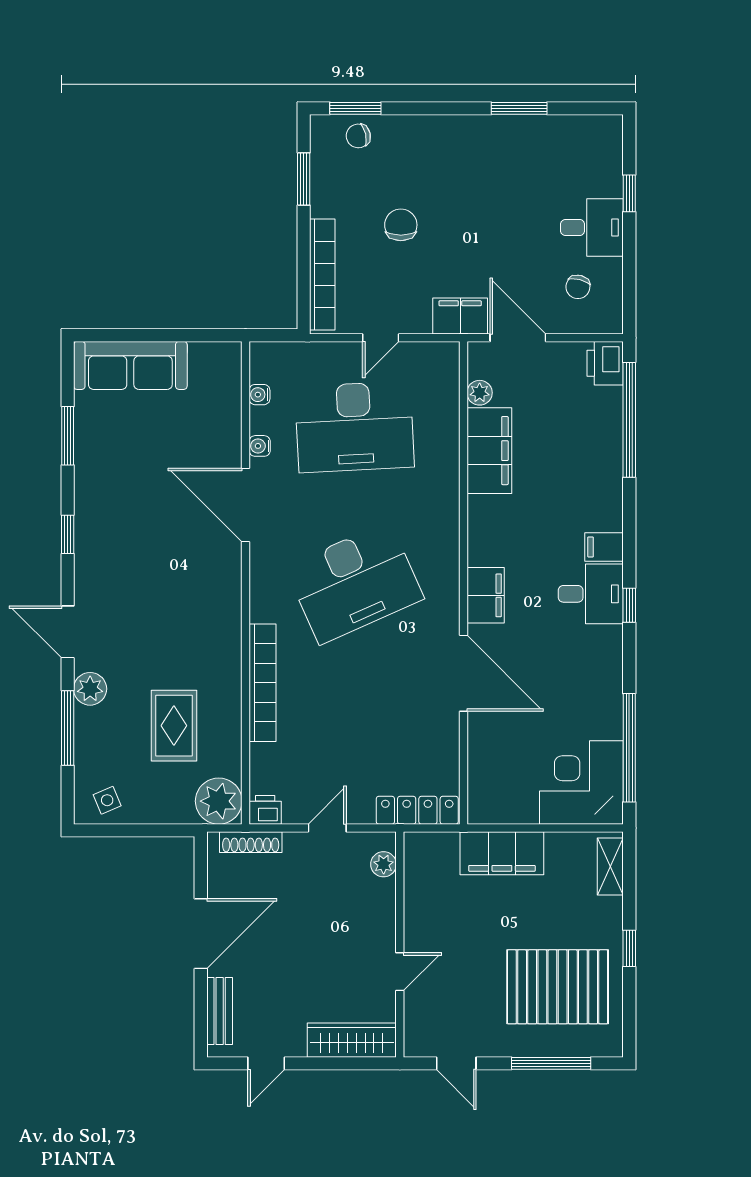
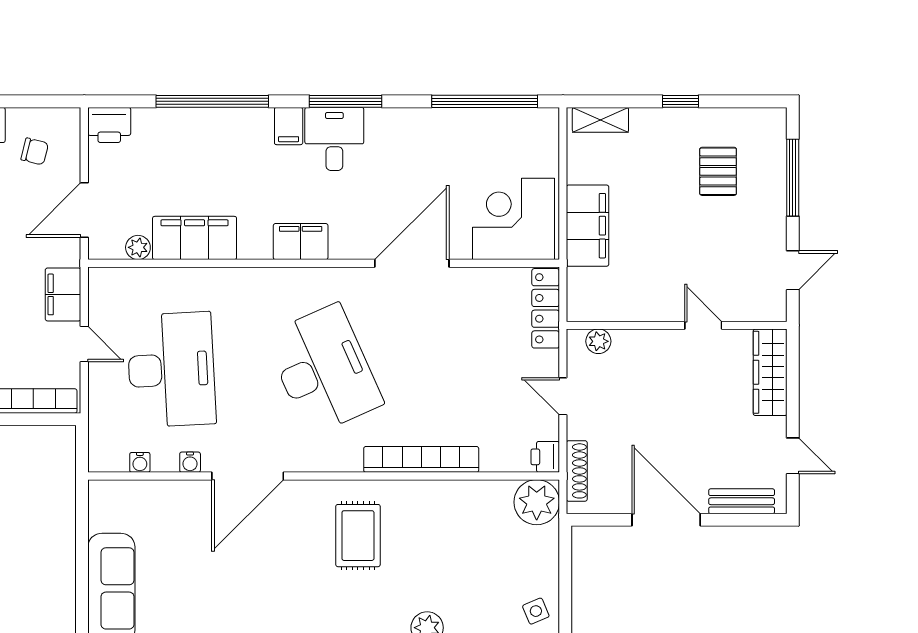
filing cabinet: (460, 316) -> (63, 294), moved
window: (629, 420) -> (212, 101), moved
filing cabinet: (486, 595) -> (301, 242), moved
window: (629, 605) -> (345, 101), width x2.17
rug: (174, 726) -> (358, 536), moved, turned 90
corner desk: (581, 782) -> (514, 219), moved, turned 90
pallet: (558, 987) -> (718, 171), width x0.49, depth x0.50

